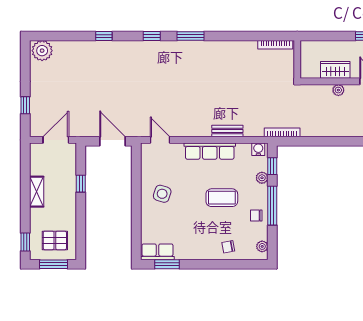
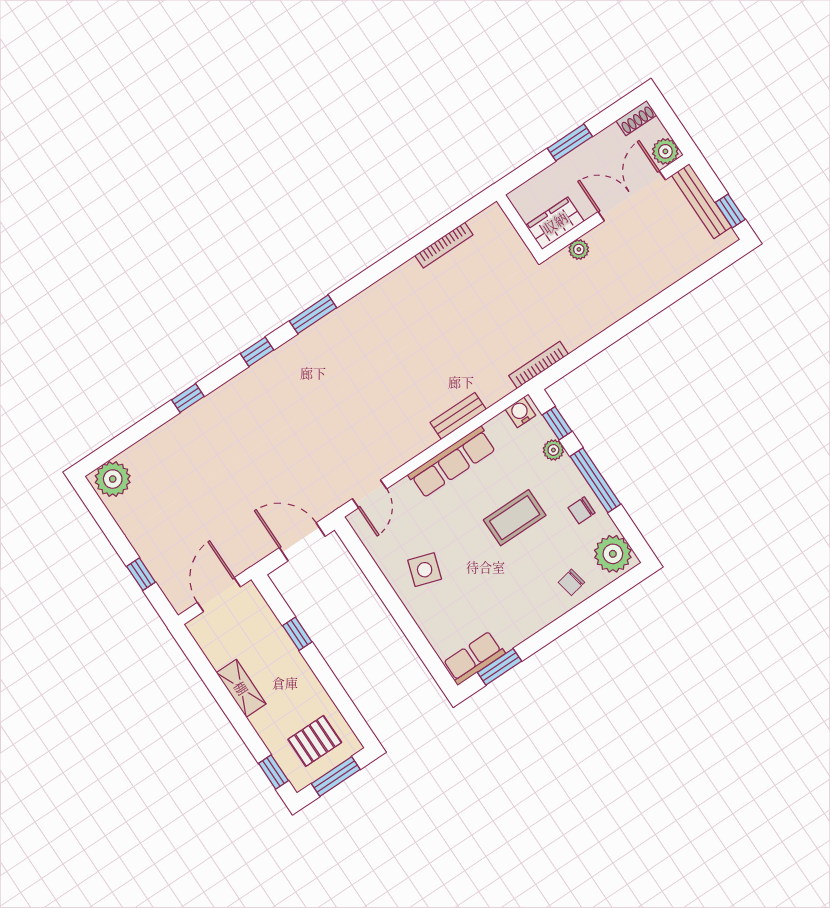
wall: (297, 59) -> (519, 225), moved
door: (160, 140) -> (369, 494), swing flipped
plant: (262, 246) -> (613, 554), width x1.88, depth x1.88

